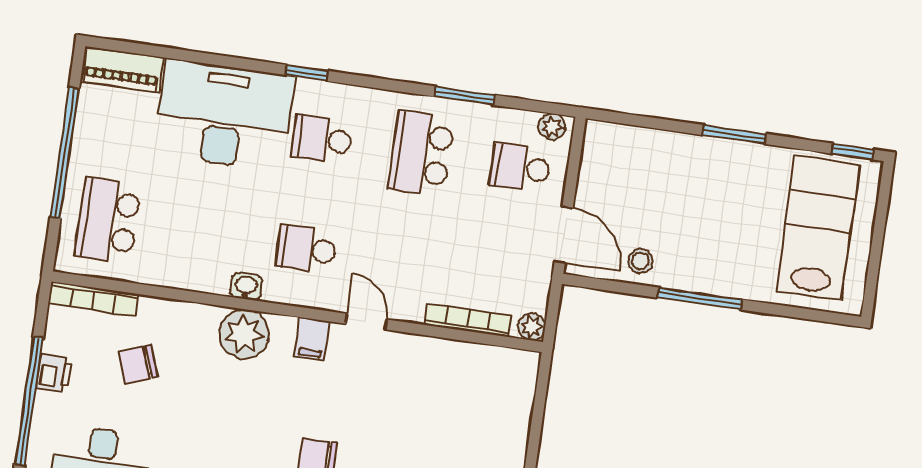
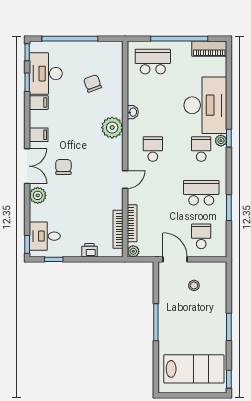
piano: (122, 69) -> (209, 49), moved, turned -90
plant: (552, 127) -> (221, 141), moved
door: (564, 235) -> (175, 259), swing flipped
stool: (640, 261) -> (194, 285), moved
washbasin: (246, 287) -> (133, 112), moved
bookcase: (93, 299) -> (118, 229), moved
filing cabinet: (312, 339) -> (114, 157), removed
printer: (54, 373) -> (89, 250), moved, turned 180

